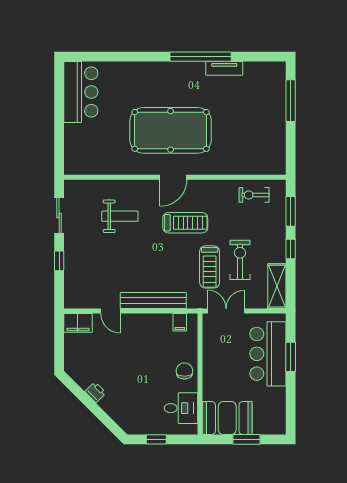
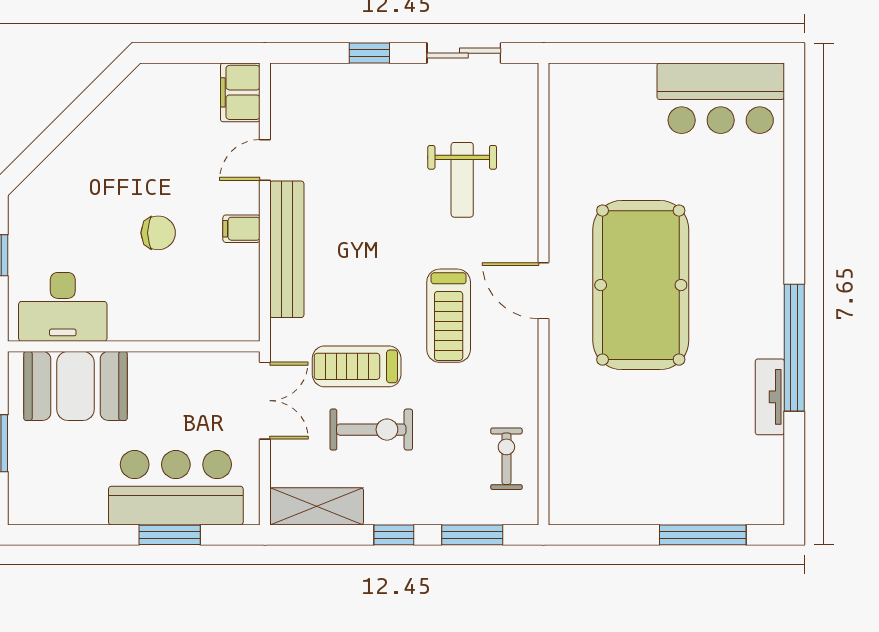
filing cabinet: (180, 322) -> (241, 229), moved
chair: (184, 371) -> (158, 233), moved
printer: (95, 392) -> (96, 129), removed
desk: (181, 408) -> (63, 307), width x1.37
booth: (227, 418) -> (75, 386), moved, turned 90

